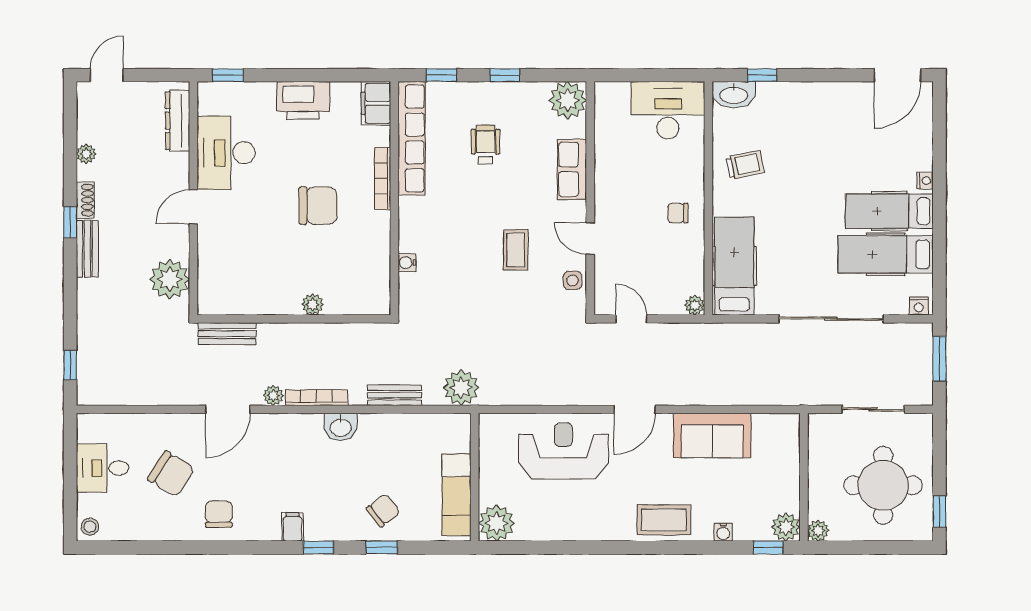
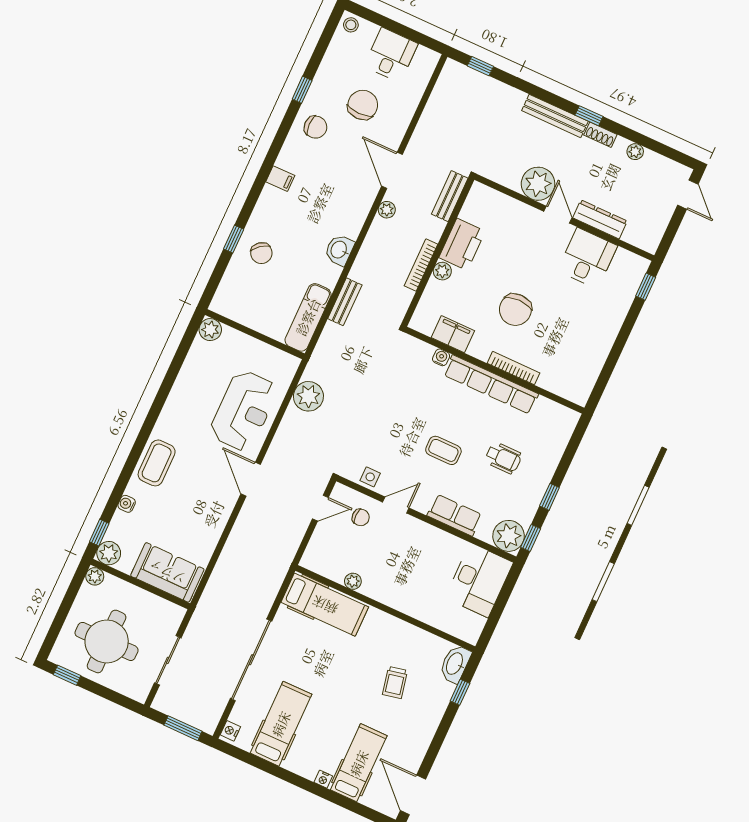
window: (441, 75) -> (531, 538), moved
printer: (303, 100) -> (462, 244), moved, turned 180
filing cabinet: (376, 103) -> (453, 334), moved
desk: (668, 110) -> (479, 580), moved
dresser: (178, 121) -> (600, 219), moved
row of seats: (412, 138) -> (491, 384), moved
desk: (226, 153) -> (587, 258), width x0.73
trolley: (745, 165) -> (395, 682), moved
hospital bed: (889, 211) -> (359, 763), moved
chair: (678, 213) -> (361, 517), moved, turned 90
bench: (87, 249) -> (555, 116), width x1.36
coffee table: (516, 250) -> (443, 450), moved
plant: (170, 279) -> (538, 184), moved
plant: (695, 305) -> (353, 581), moved
plant: (461, 388) -> (308, 396), moved
bookcase: (317, 398) -> (421, 265), moved, turned 180
sofa: (712, 435) -> (167, 572), moved, turned 90
chair: (171, 474) -> (363, 105), turned 148
exam couch: (457, 495) -> (308, 317), moved, turned -90
plant: (497, 523) -> (210, 330), width x0.73, depth x0.73
window: (319, 547) -> (302, 90), moved

